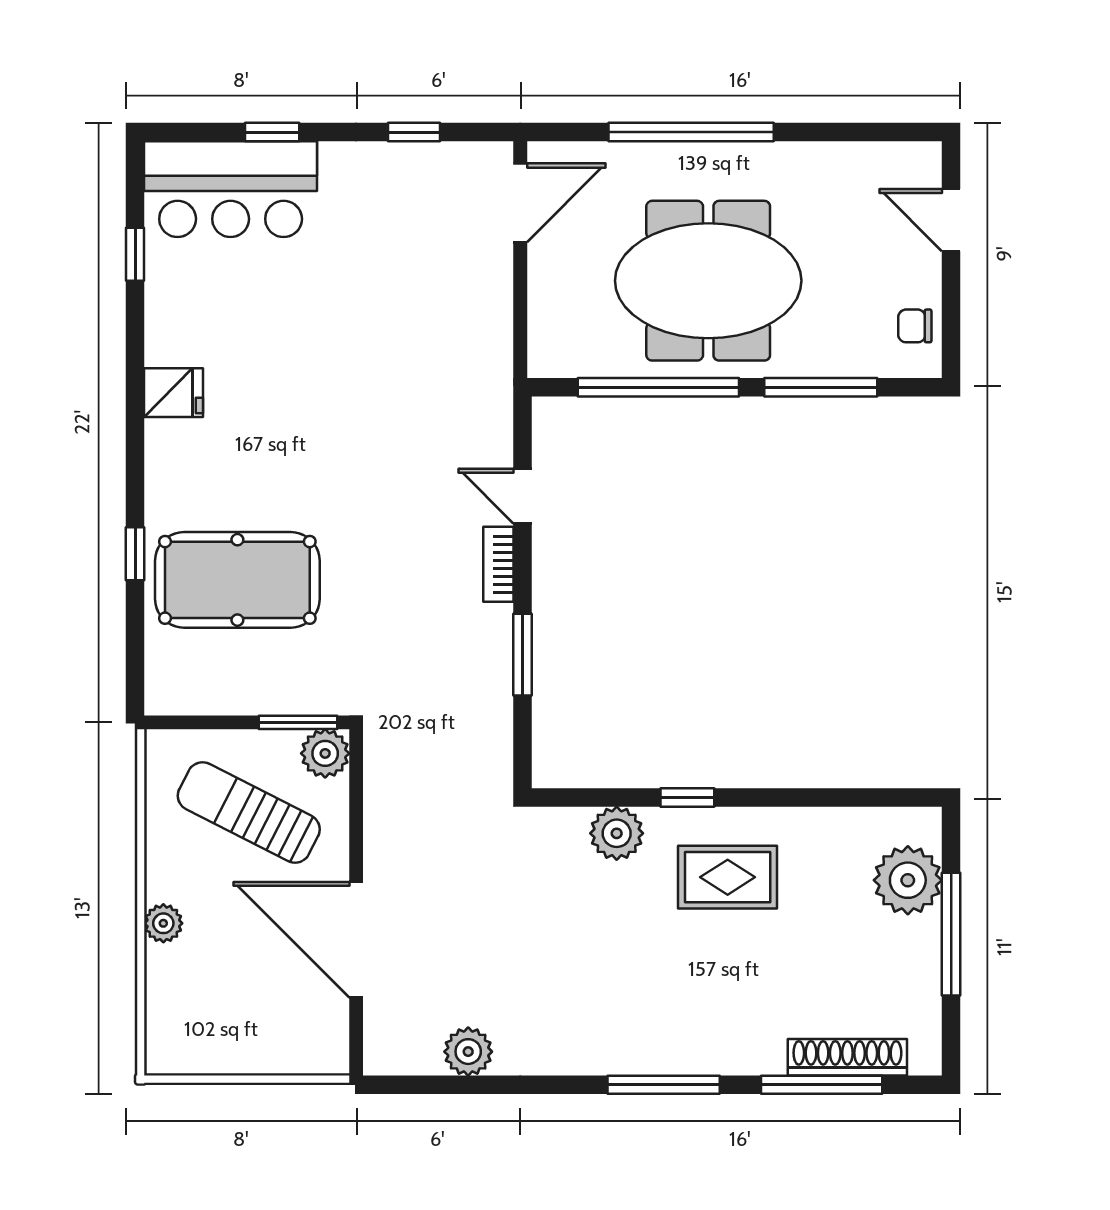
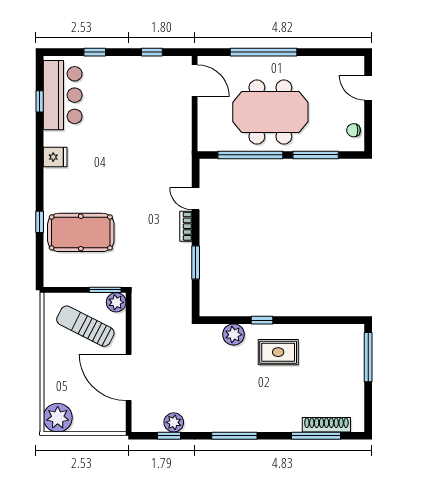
bar counter: (231, 189) -> (63, 95), moved, turned -90
door: (520, 203) -> (195, 81), hinge flipped
plant: (908, 880) -> (351, 353), removed
plant: (163, 923) -> (58, 418), moved, width x1.88, depth x1.88
window: (951, 934) -> (368, 357), moved
window: (456, 1085) -> (169, 436), added
window: (664, 1085) -> (234, 436), moved

